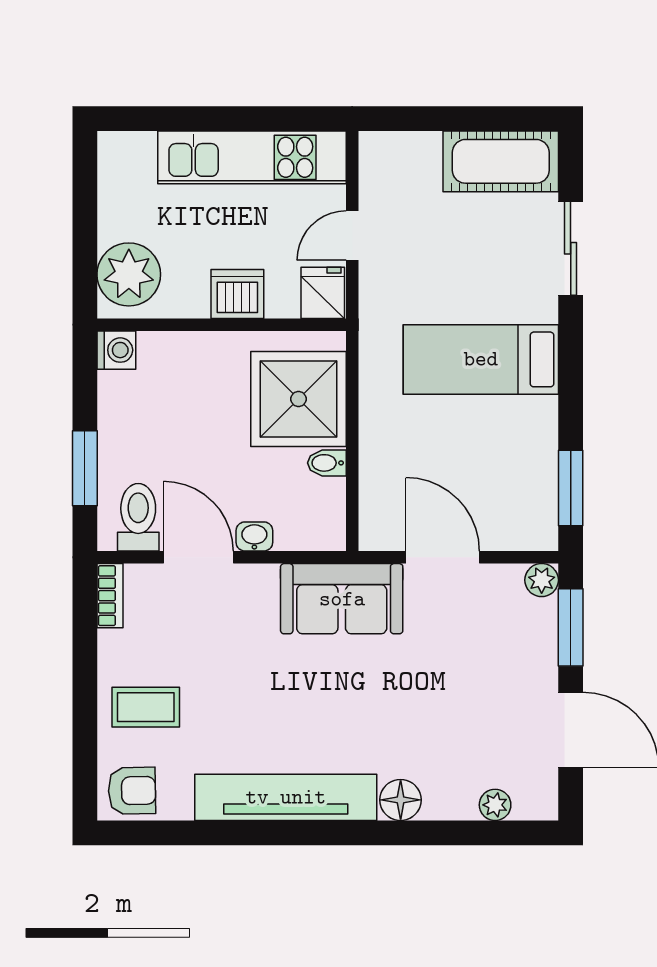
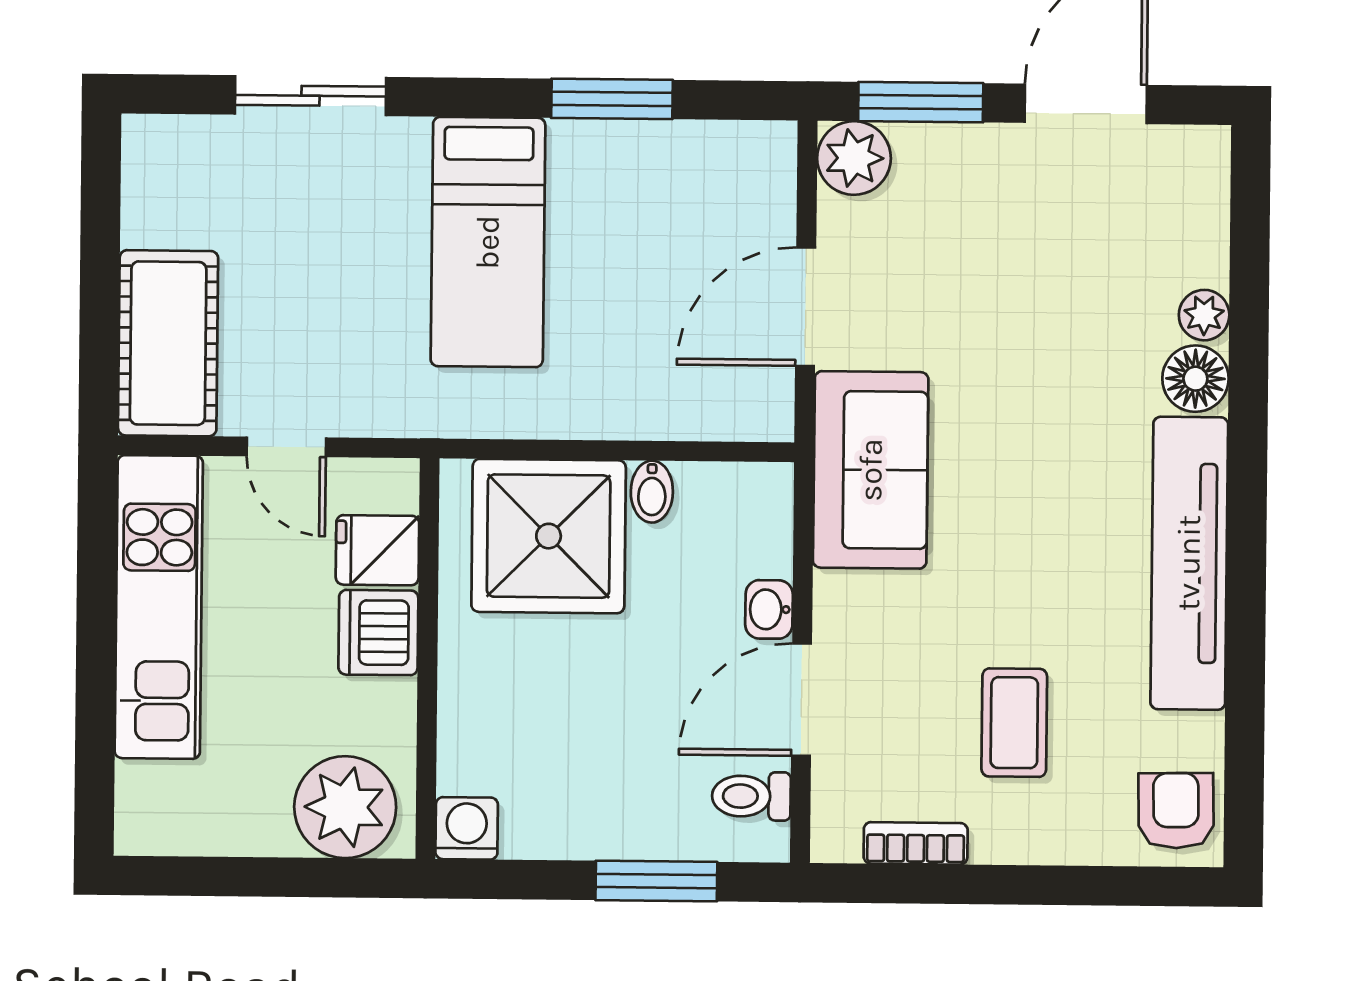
cot: (501, 161) -> (168, 343), moved
fridge: (323, 293) -> (377, 550), moved
window: (571, 488) -> (612, 99), moved
toilet: (138, 517) -> (751, 796), width x0.73, depth x0.72
plant: (542, 580) -> (854, 158), width x1.38, depth x1.38
bookcase: (110, 596) -> (916, 843), moved
coffee table: (146, 707) -> (1014, 723), moved
plant: (495, 805) -> (1204, 315), moved

